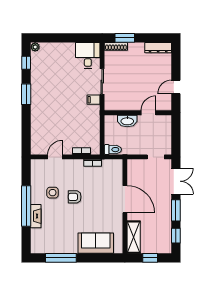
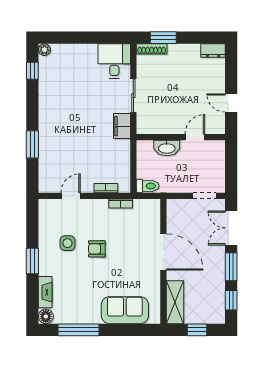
dresser: (158, 48) -> (213, 51), width x0.70
door: (176, 87) -> (231, 103), hinge flipped
window: (26, 94) -> (32, 144), moved
filing cabinet: (94, 100) -> (122, 126), width x2.00
double door: (176, 181) -> (231, 228), swing flipped
window: (26, 206) -> (32, 261), width x0.47
fireplace: (36, 216) -> (45, 292), moved
floor lamp: (36, 248) -> (46, 316), added

